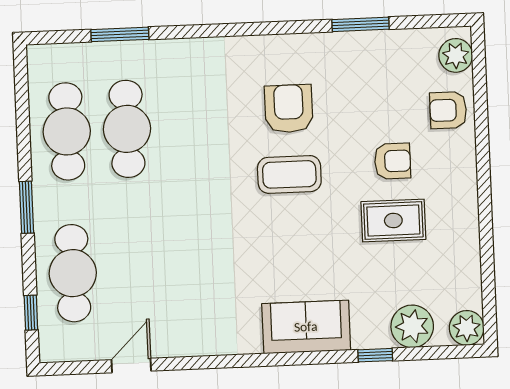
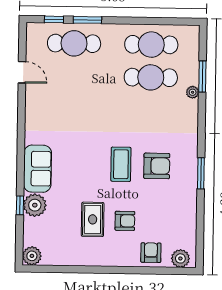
window: (361, 24) -> (201, 173), moved
plant: (150, 51) -> (193, 92), added
armchair: (393, 161) -> (125, 221), turned -90
window: (27, 207) -> (87, 20), moved
plant: (412, 326) -> (35, 205), moved

